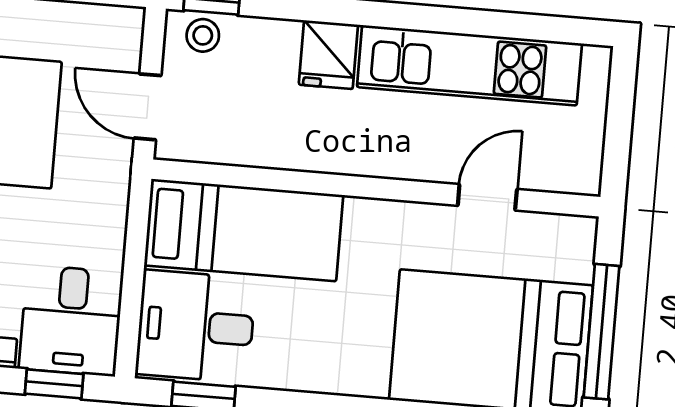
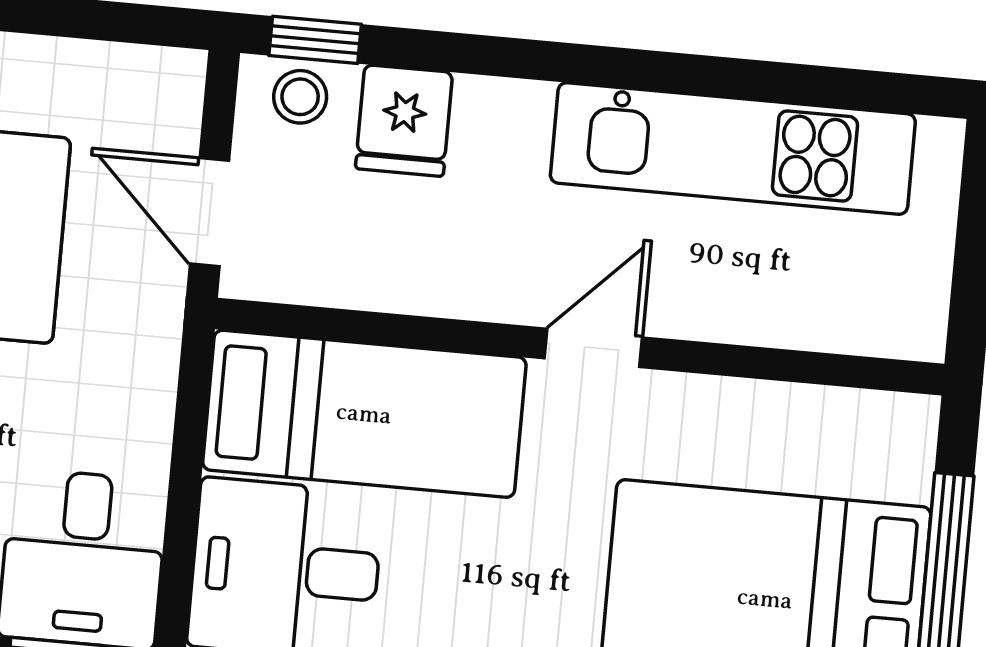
fridge: (328, 55) -> (404, 121), moved
door: (487, 197) -> (593, 348), moved

